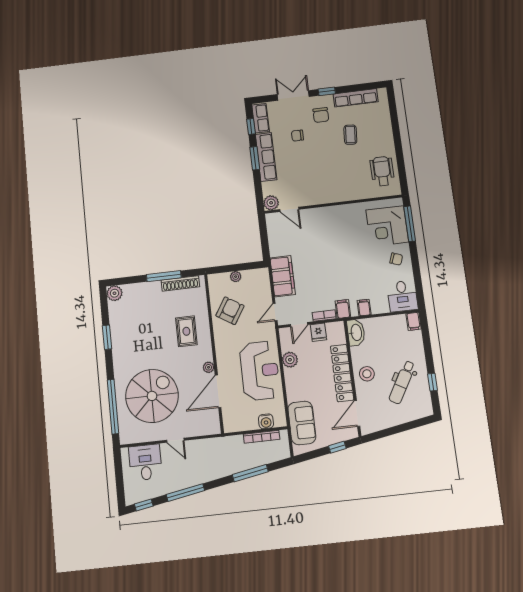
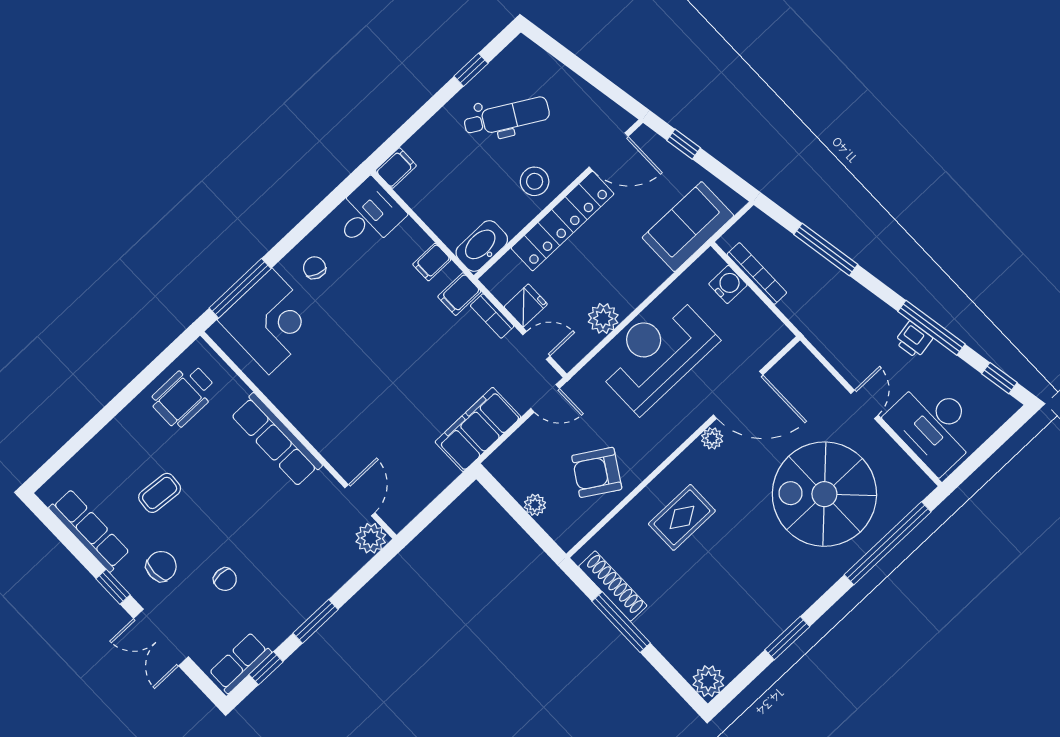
row of seats: (266, 157) -> (276, 440), moved, turned -90
desk: (145, 462) -> (934, 425), width x1.37
printer: (186, 481) -> (913, 340), added

